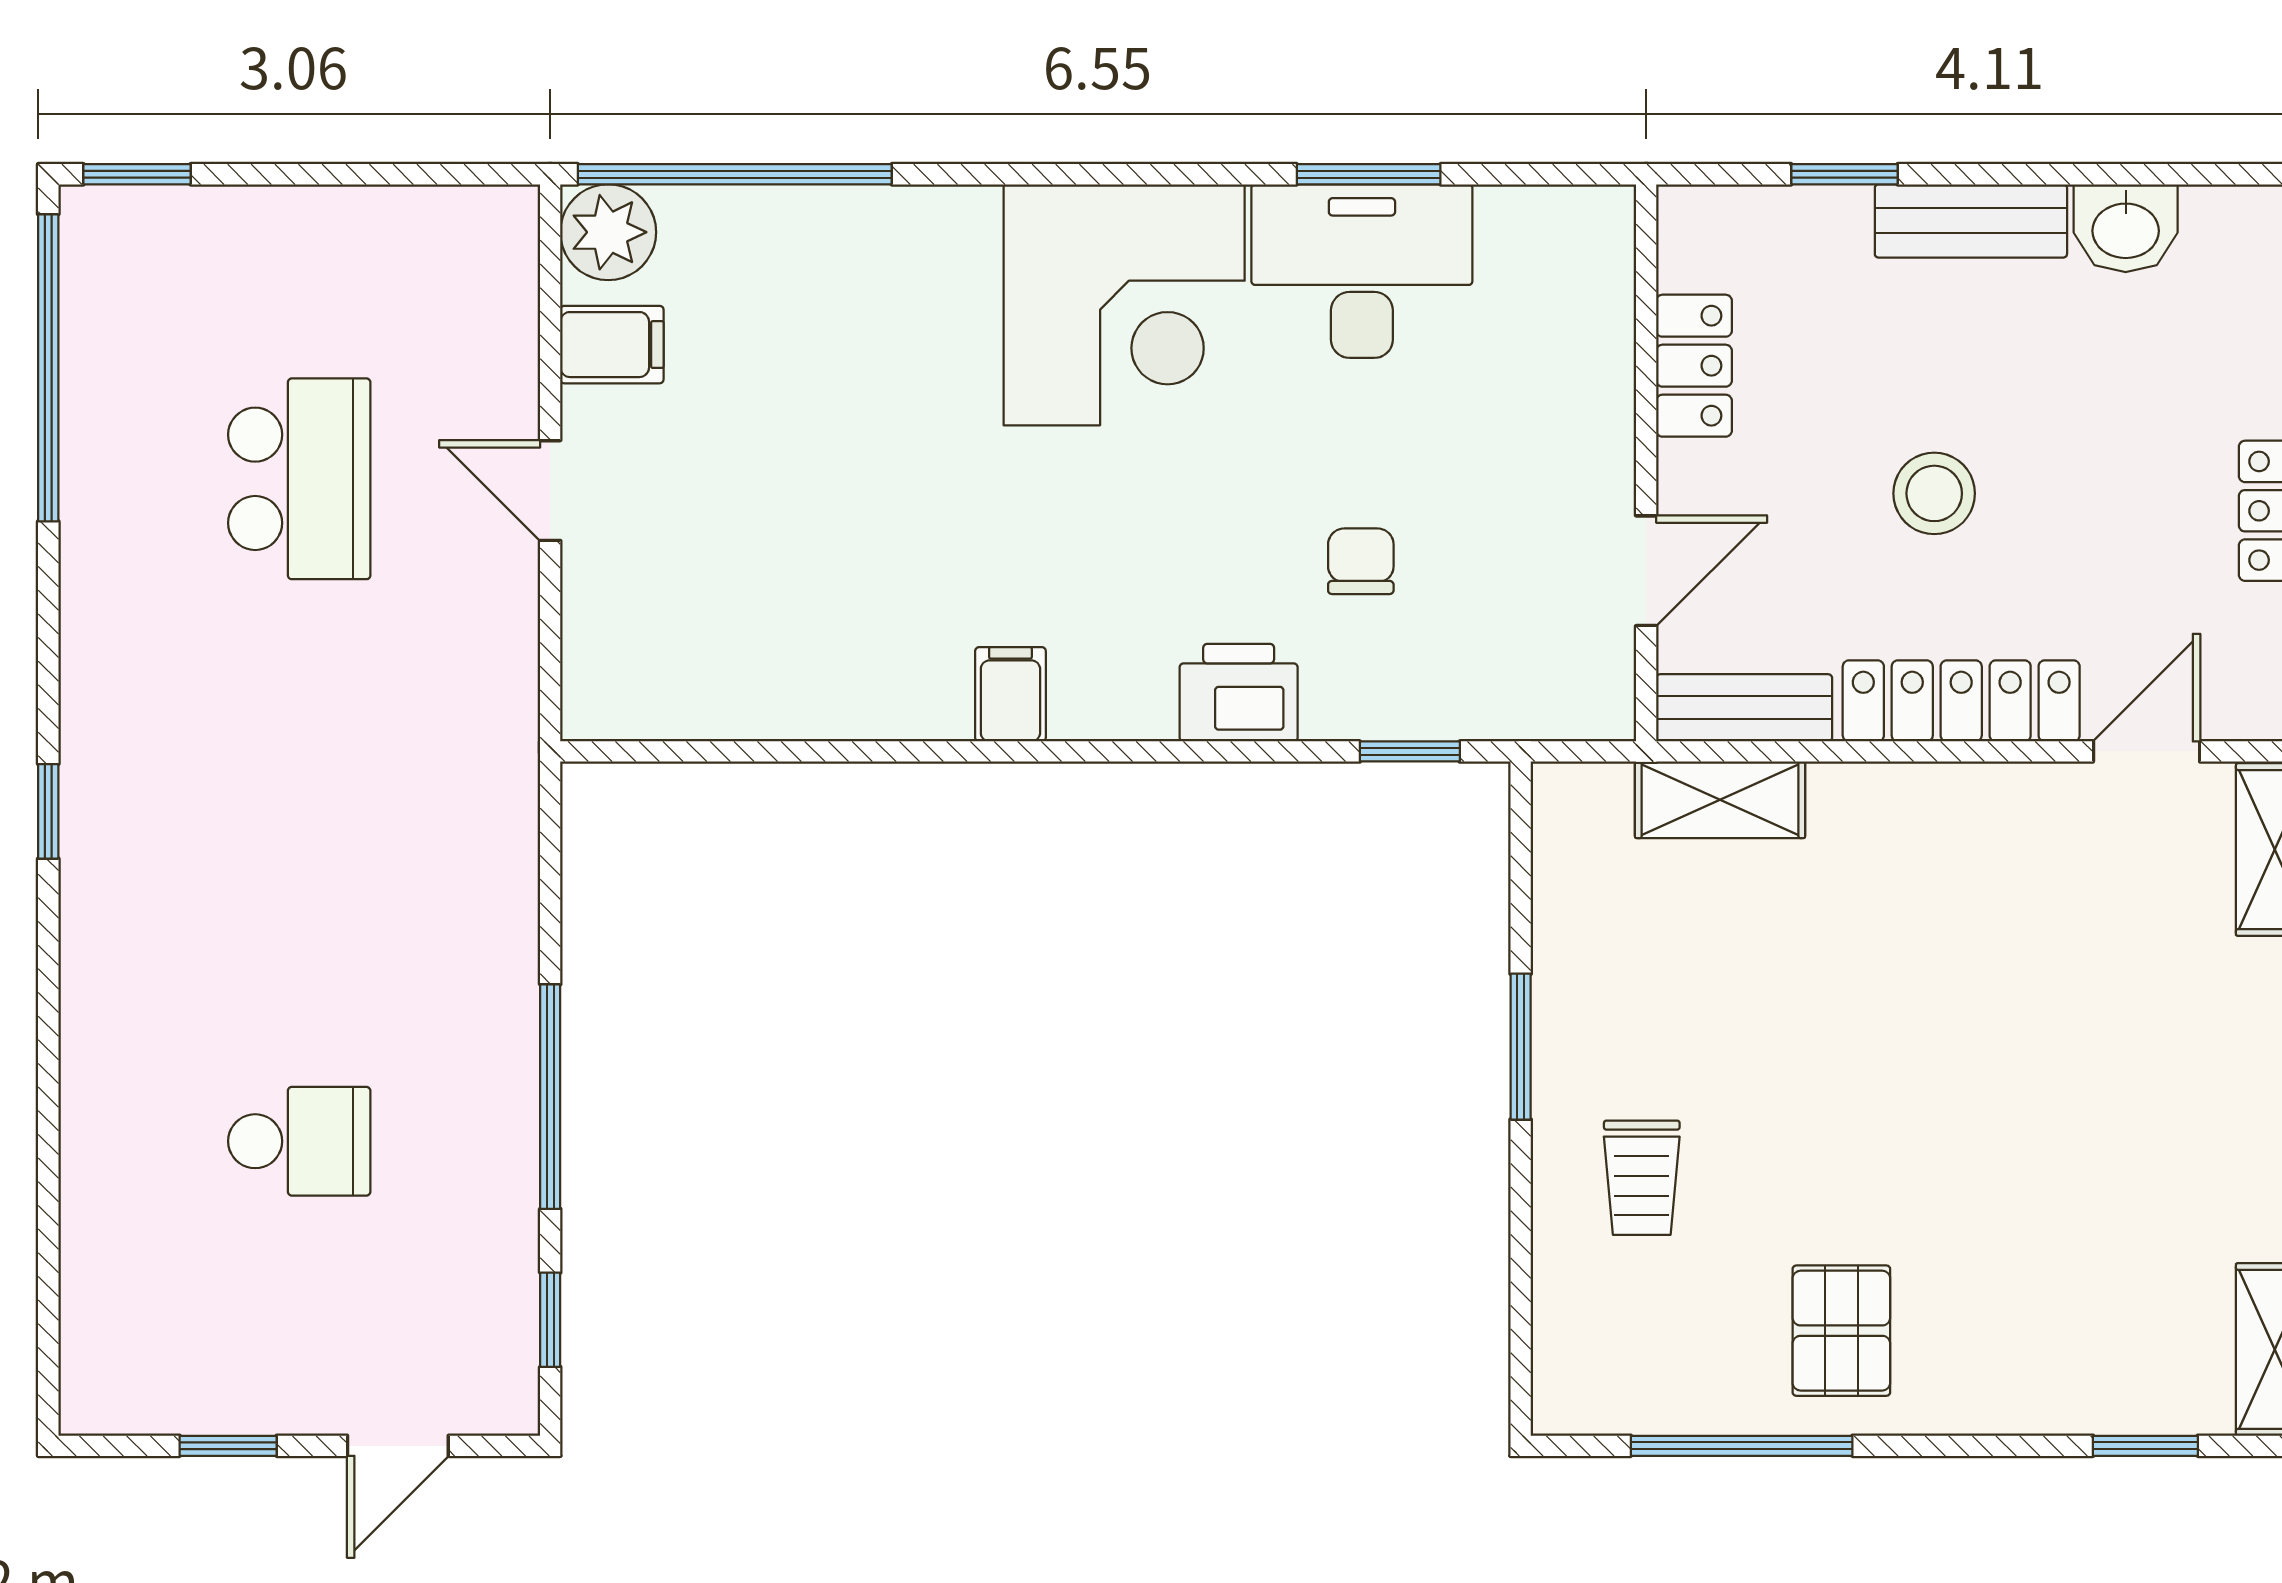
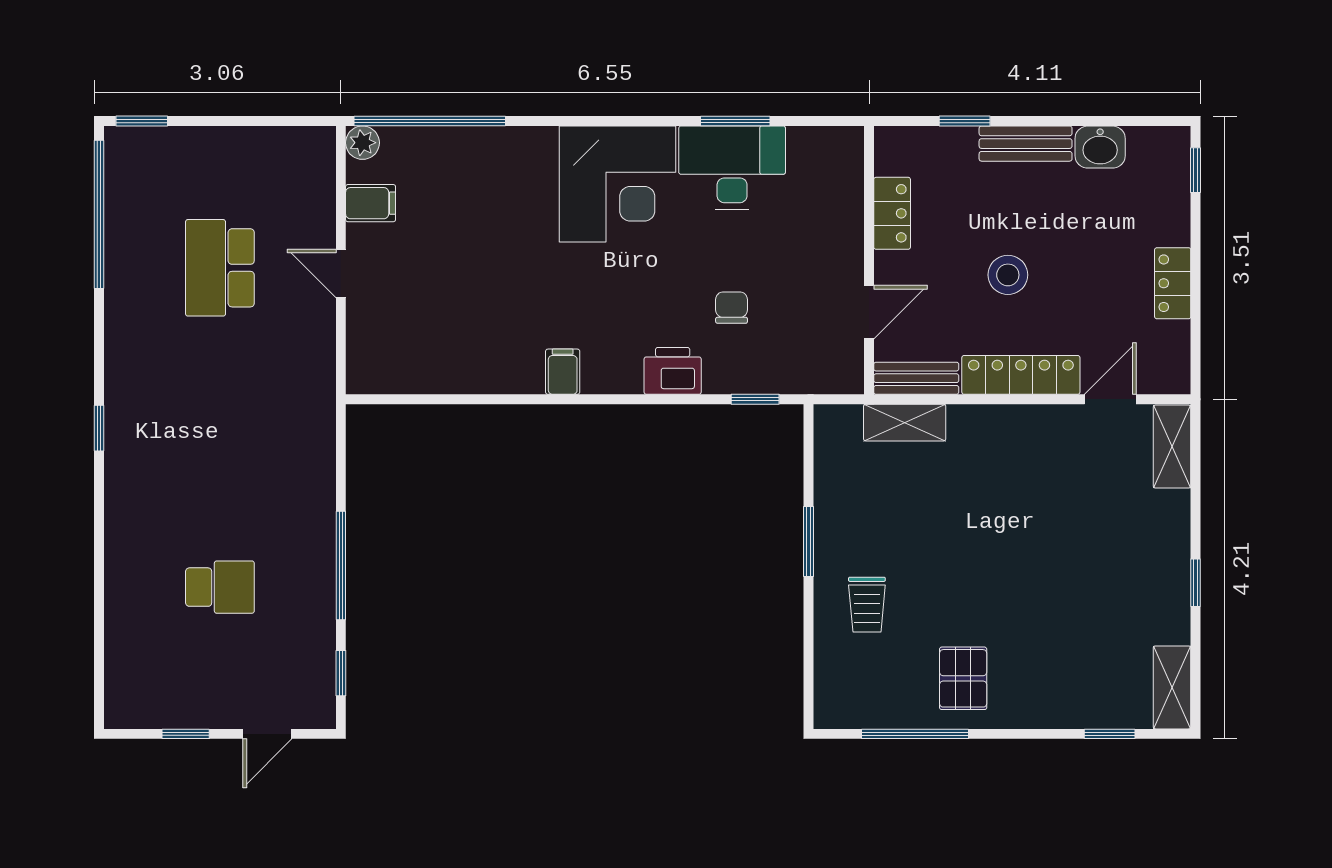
plant: (608, 232) -> (363, 143), width x0.73, depth x0.73
school desk: (299, 479) -> (220, 268), turned 180

